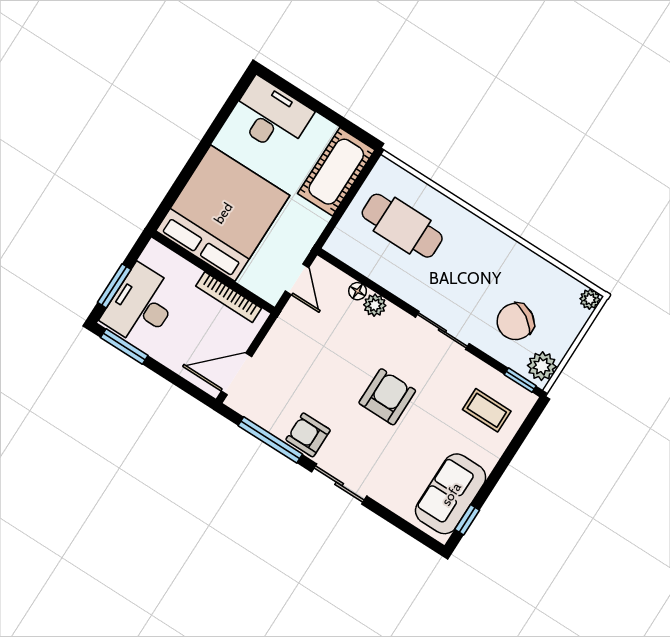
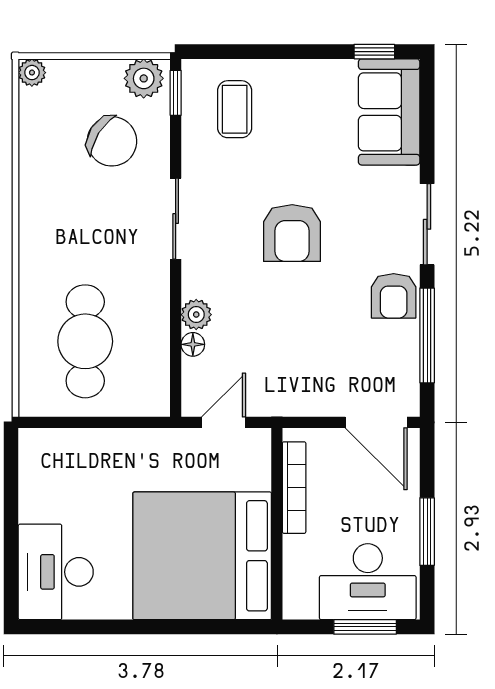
cot: (336, 172) -> (72, 456), removed
window: (124, 347) -> (427, 532), moved
armchair: (387, 397) -> (292, 233), turned -90
sofa: (451, 494) -> (389, 112), moved, turned 90

